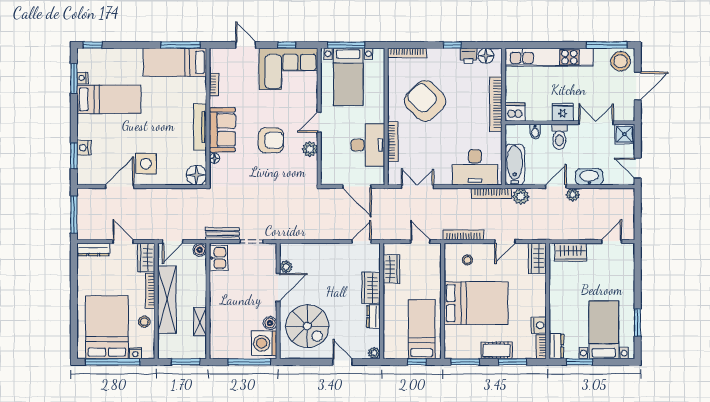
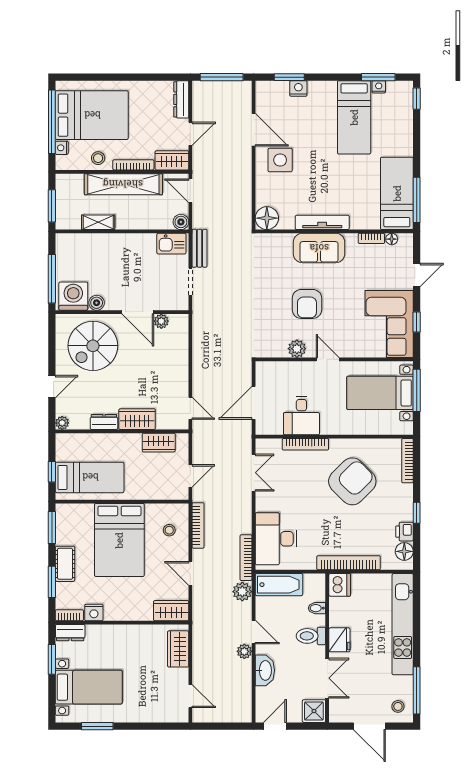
stool: (621, 61) -> (398, 706), width x0.53, depth x0.53
desk: (368, 145) -> (301, 416), width x0.73
floor lamp: (215, 158) -> (392, 239), moved

